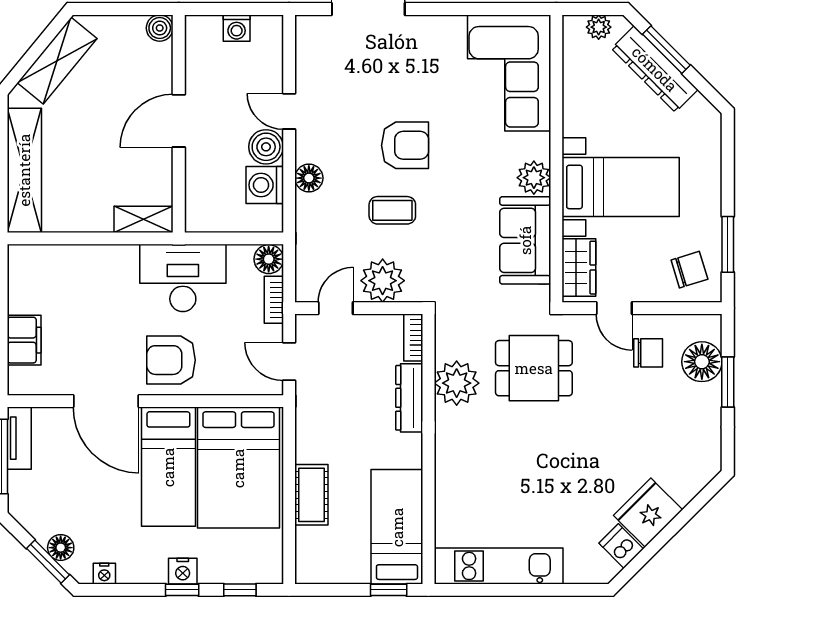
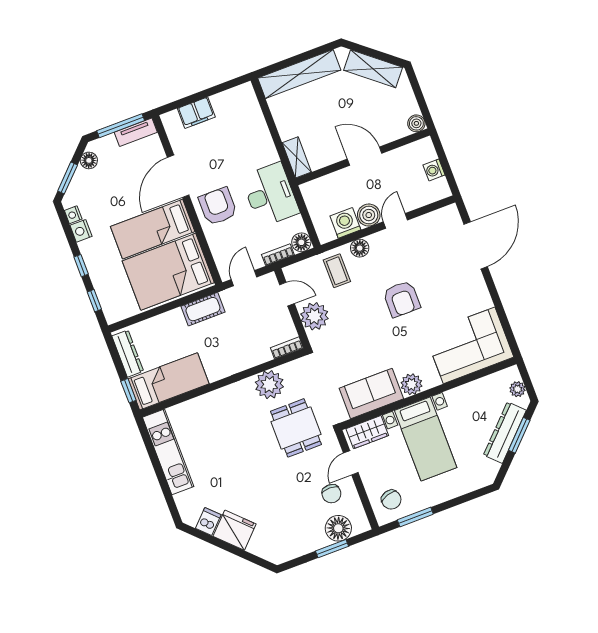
coffee table: (392, 210) -> (337, 271), moved
dresser: (409, 398) -> (128, 354), moved, turned 90
cot: (311, 495) -> (203, 309), moved
floor lamp: (61, 548) -> (89, 160), moved
nightstand: (183, 571) -> (81, 231), moved

